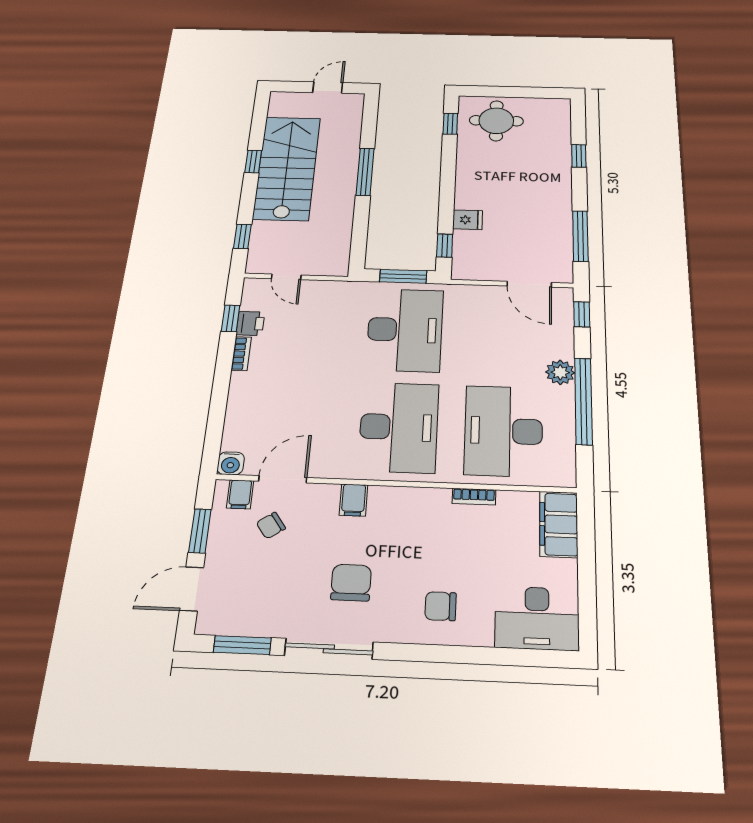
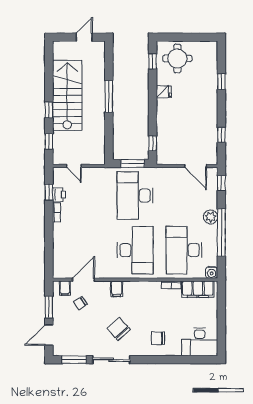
window: (253, 162) -> (49, 110), moved
fridge: (468, 220) -> (164, 92), moved
window: (580, 236) -> (221, 135), width x0.46
desk: (405, 330) -> (135, 196), turned 180
water cooler: (231, 463) -> (212, 272), moved
filing cabinet: (559, 524) -> (198, 289), moved, turned -90
chair: (351, 583) -> (119, 329), turned -42

